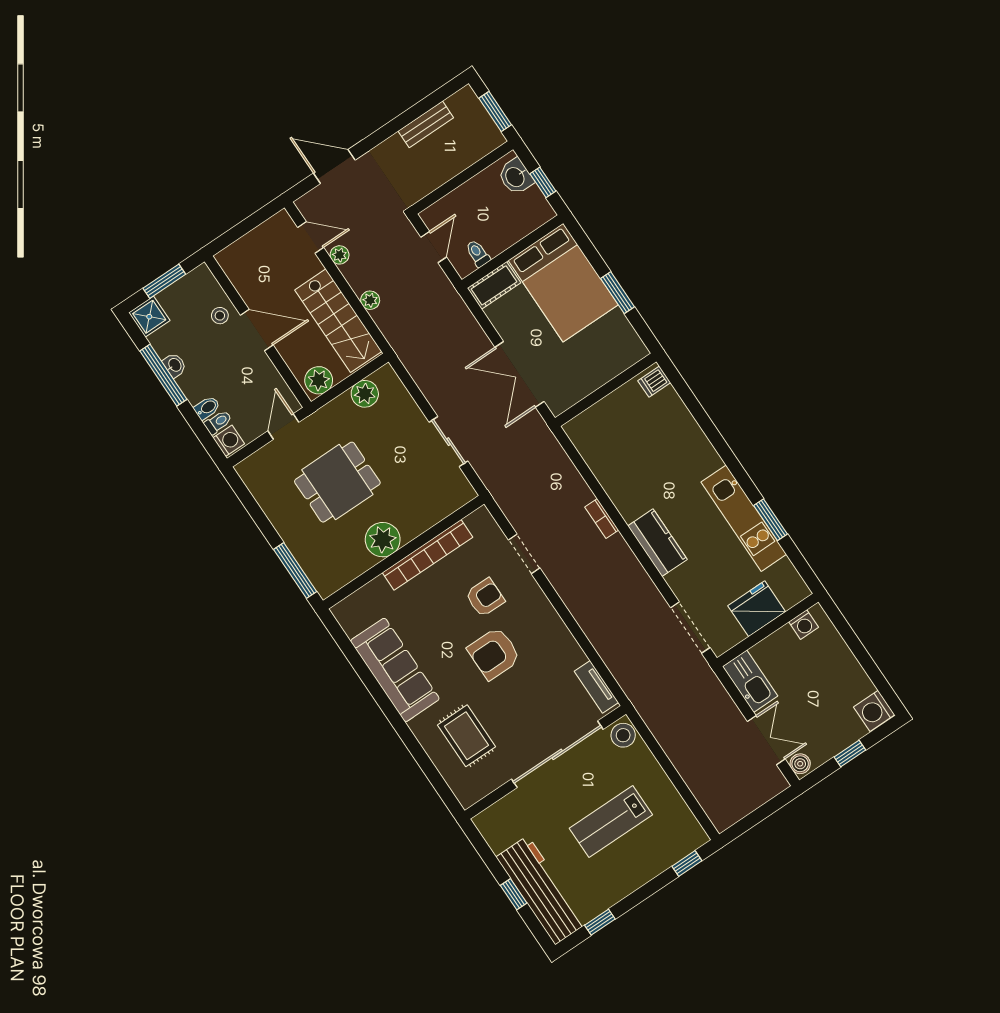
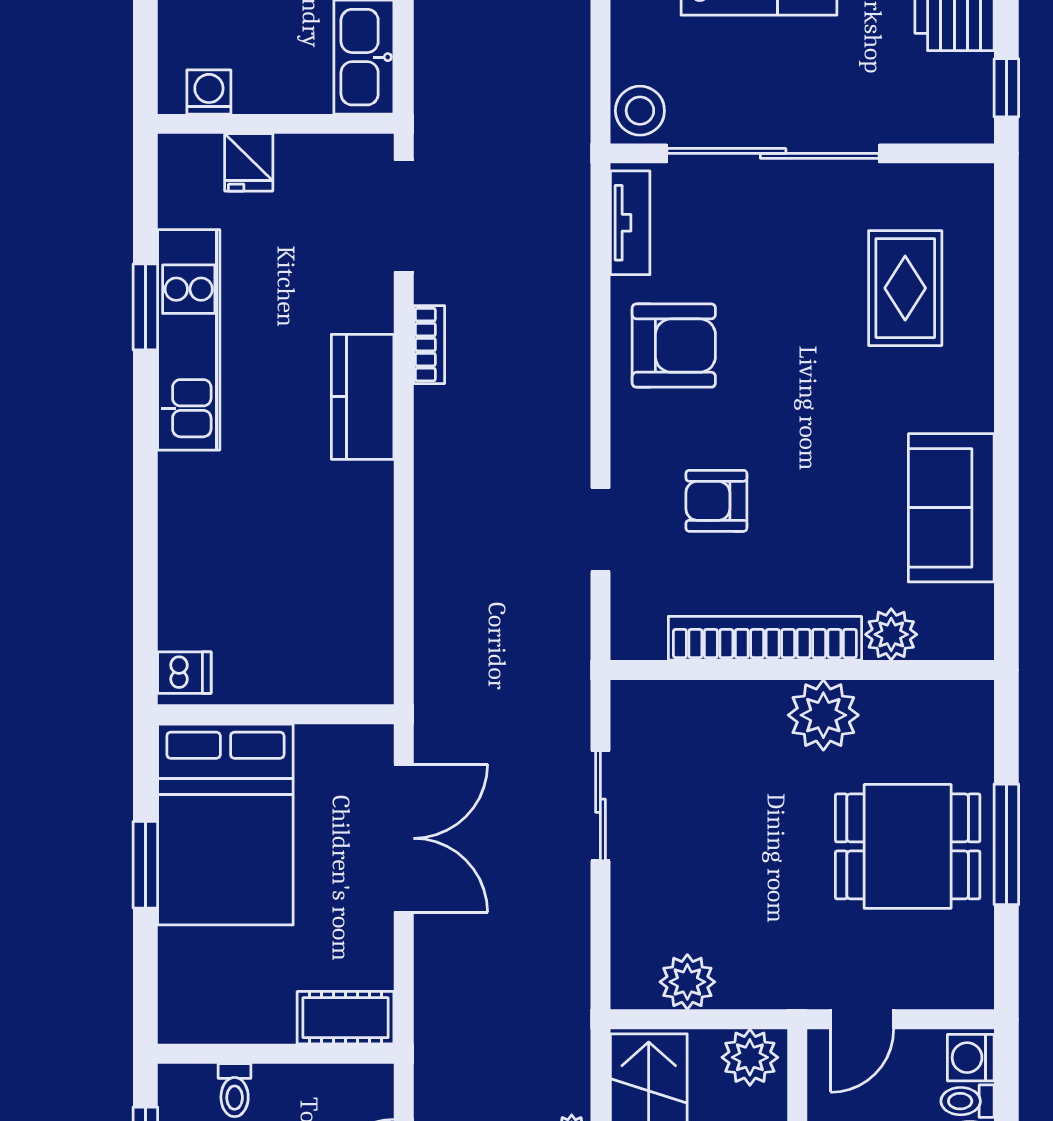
toilet: (478, 253) -> (235, 1090), moved
bed: (563, 283) -> (225, 825), moved, turned 180
dining table: (337, 482) -> (908, 846), moved
bookcase: (602, 518) -> (429, 345), moved
window: (295, 570) -> (1006, 844), moved
plant: (377, 591) -> (891, 634), added
fridge: (757, 609) -> (249, 162), width x0.53, depth x0.75
armchair: (494, 653) -> (674, 346), moved
sofa: (395, 670) -> (951, 508), width x0.73
window: (480, 845) -> (1006, 88), added

